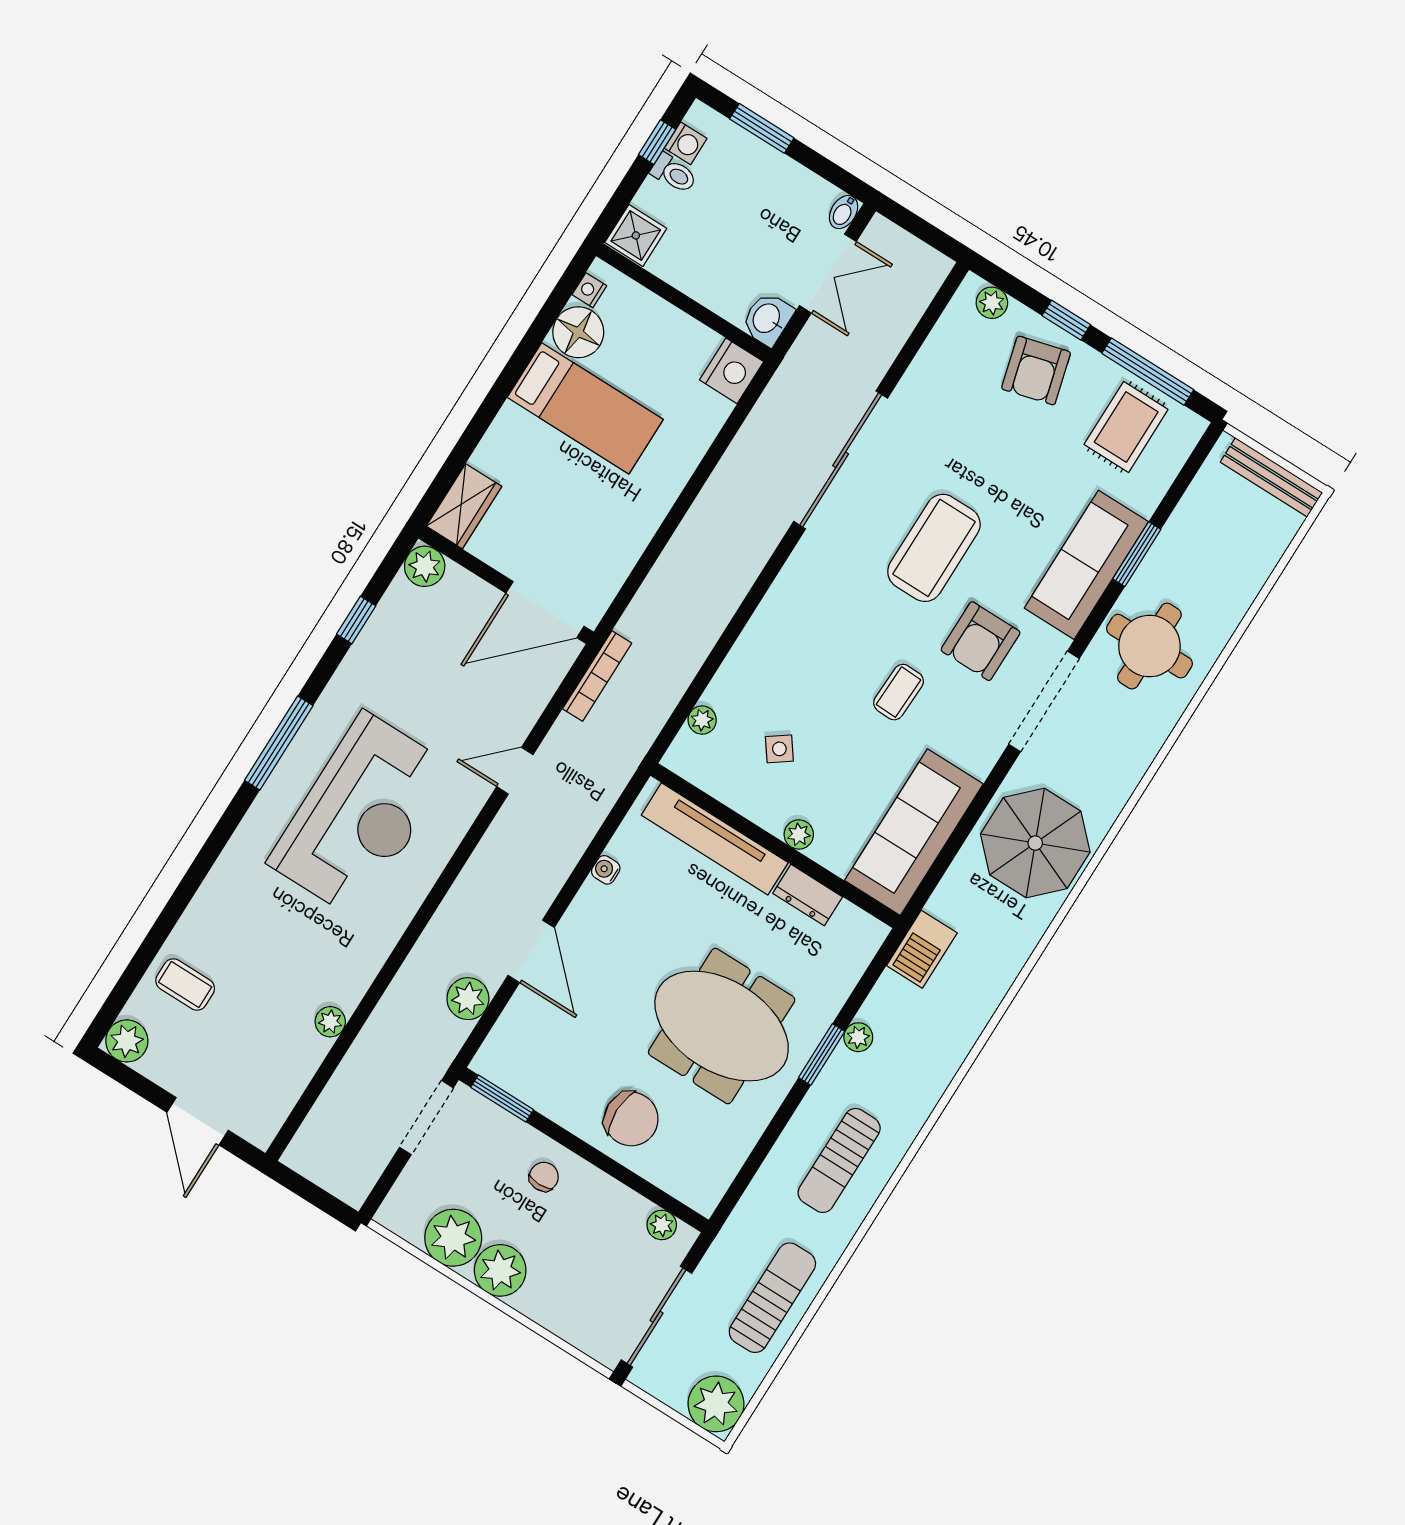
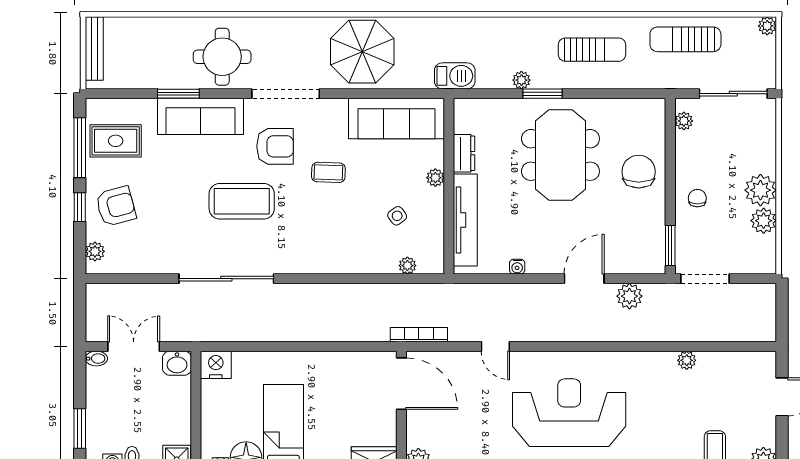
chair: (544, 1177) -> (697, 198), turned 90
plant: (453, 1238) -> (764, 221), width x0.73, depth x0.73
plant: (716, 1404) -> (767, 26), width x0.53, depth x0.53

